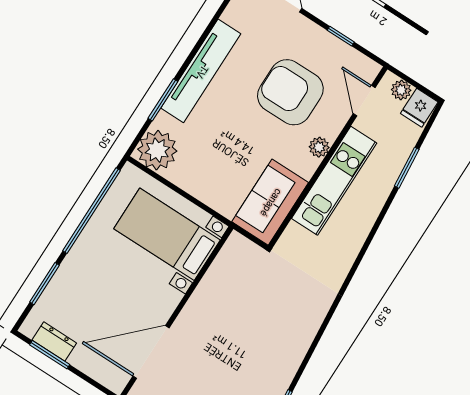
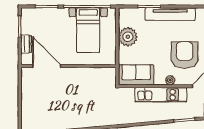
plant: (157, 150) -> (128, 37), moved
bed with nightstands: (167, 234) -> (88, 30), moved, turned 180
dresser: (54, 342) -> (26, 44), moved

